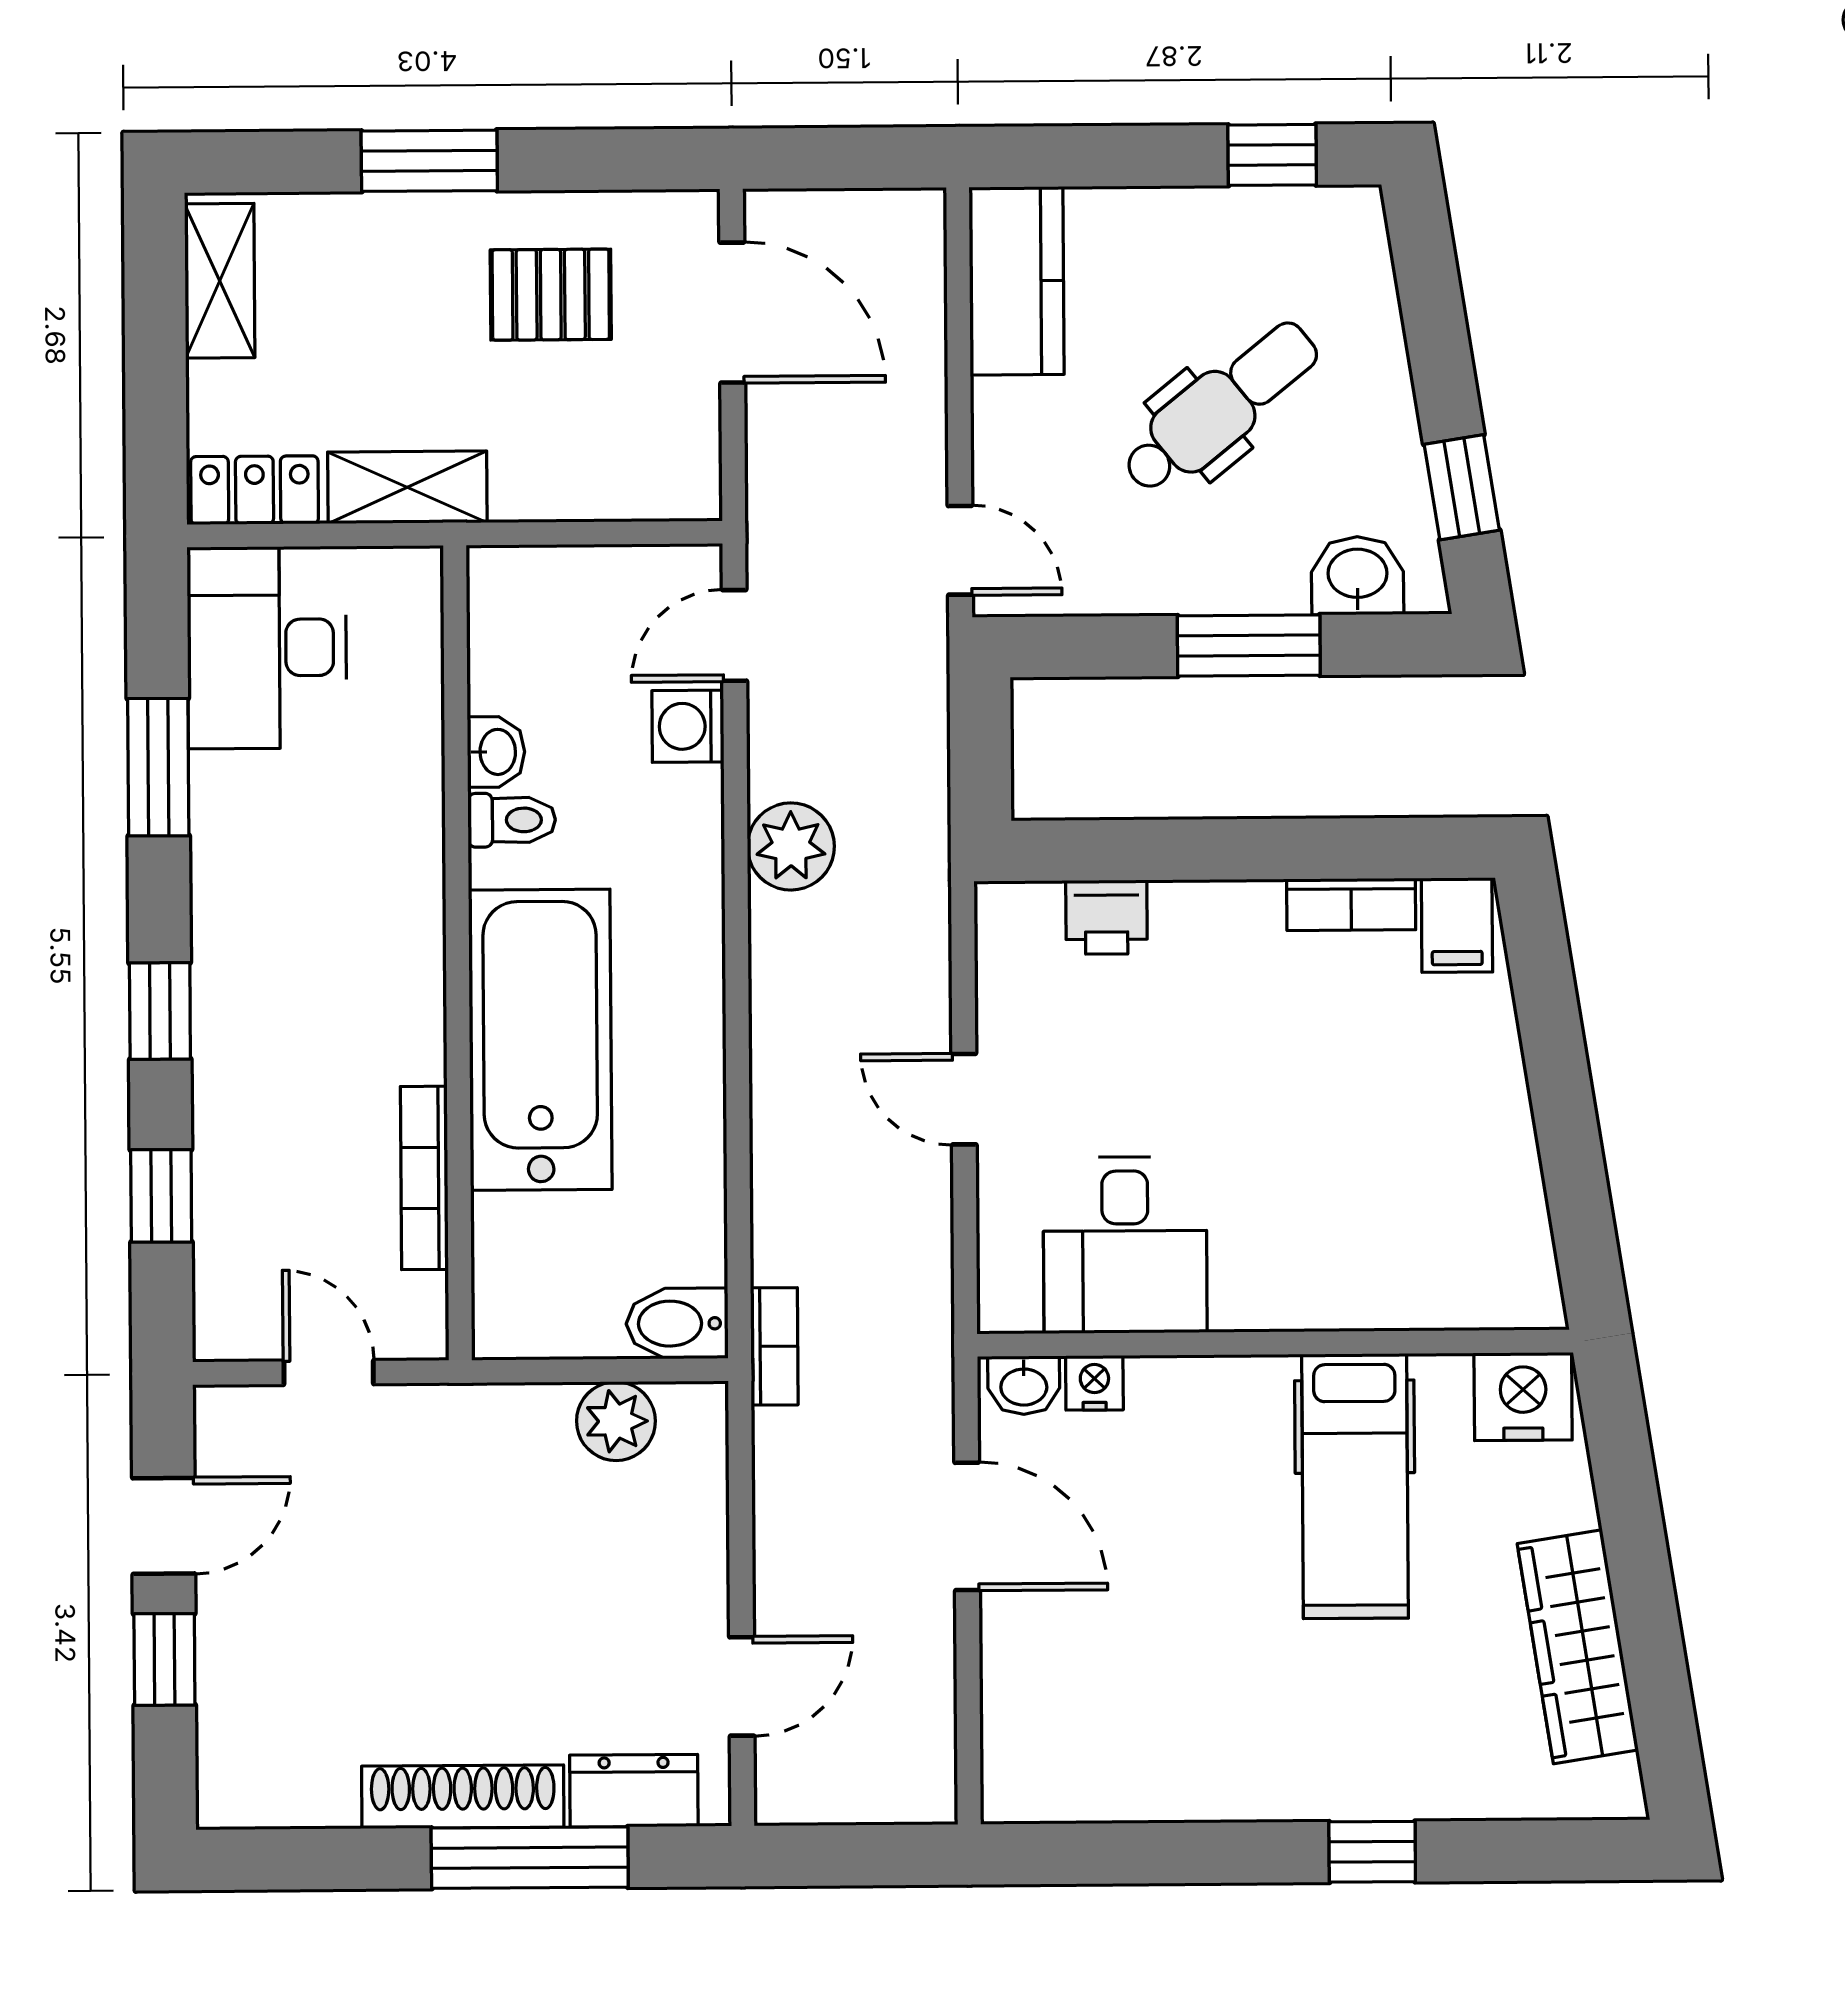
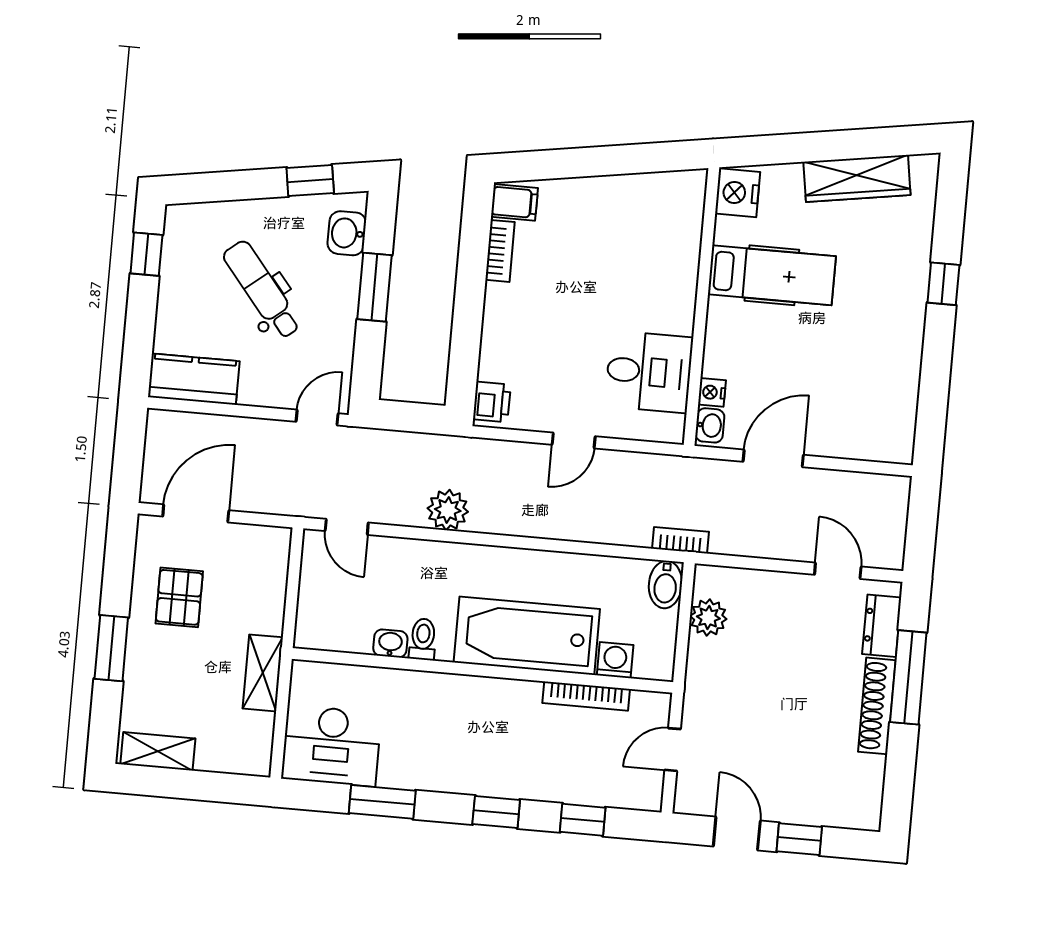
locker: (255, 490) -> (257, 744), removed
washing machine: (688, 726) -> (615, 660), moved, turned 180
printer: (1107, 917) -> (492, 402), moved

